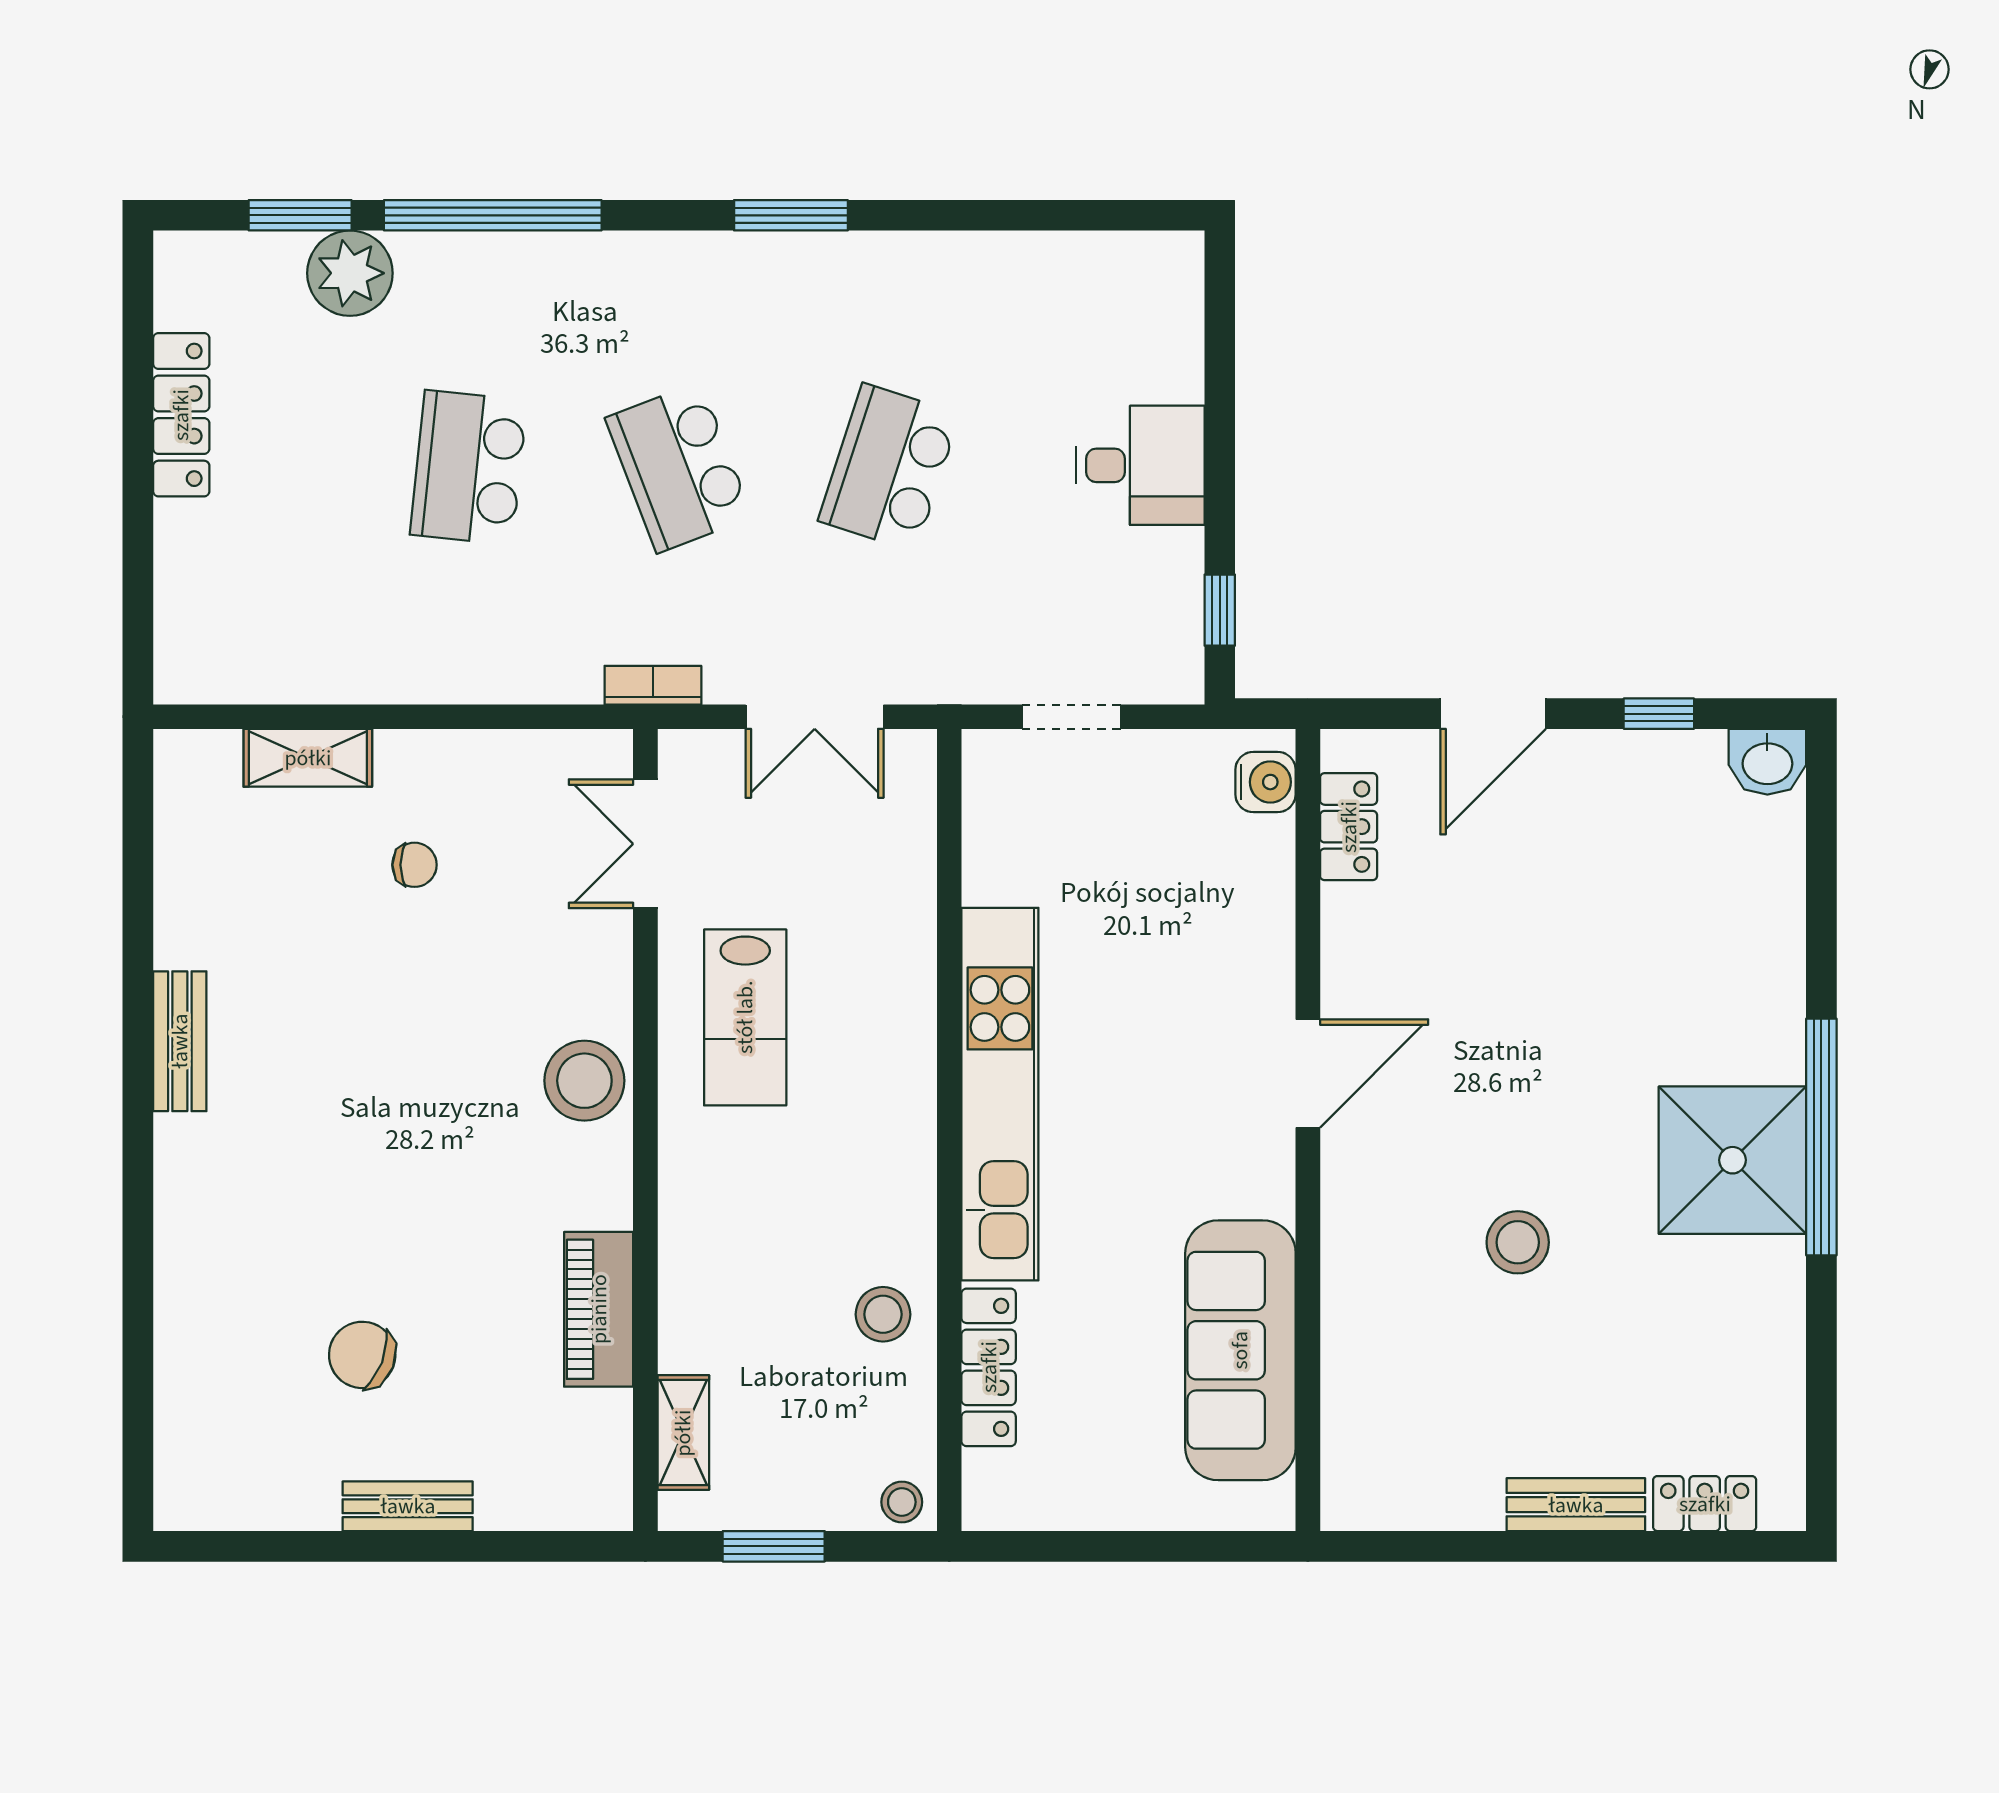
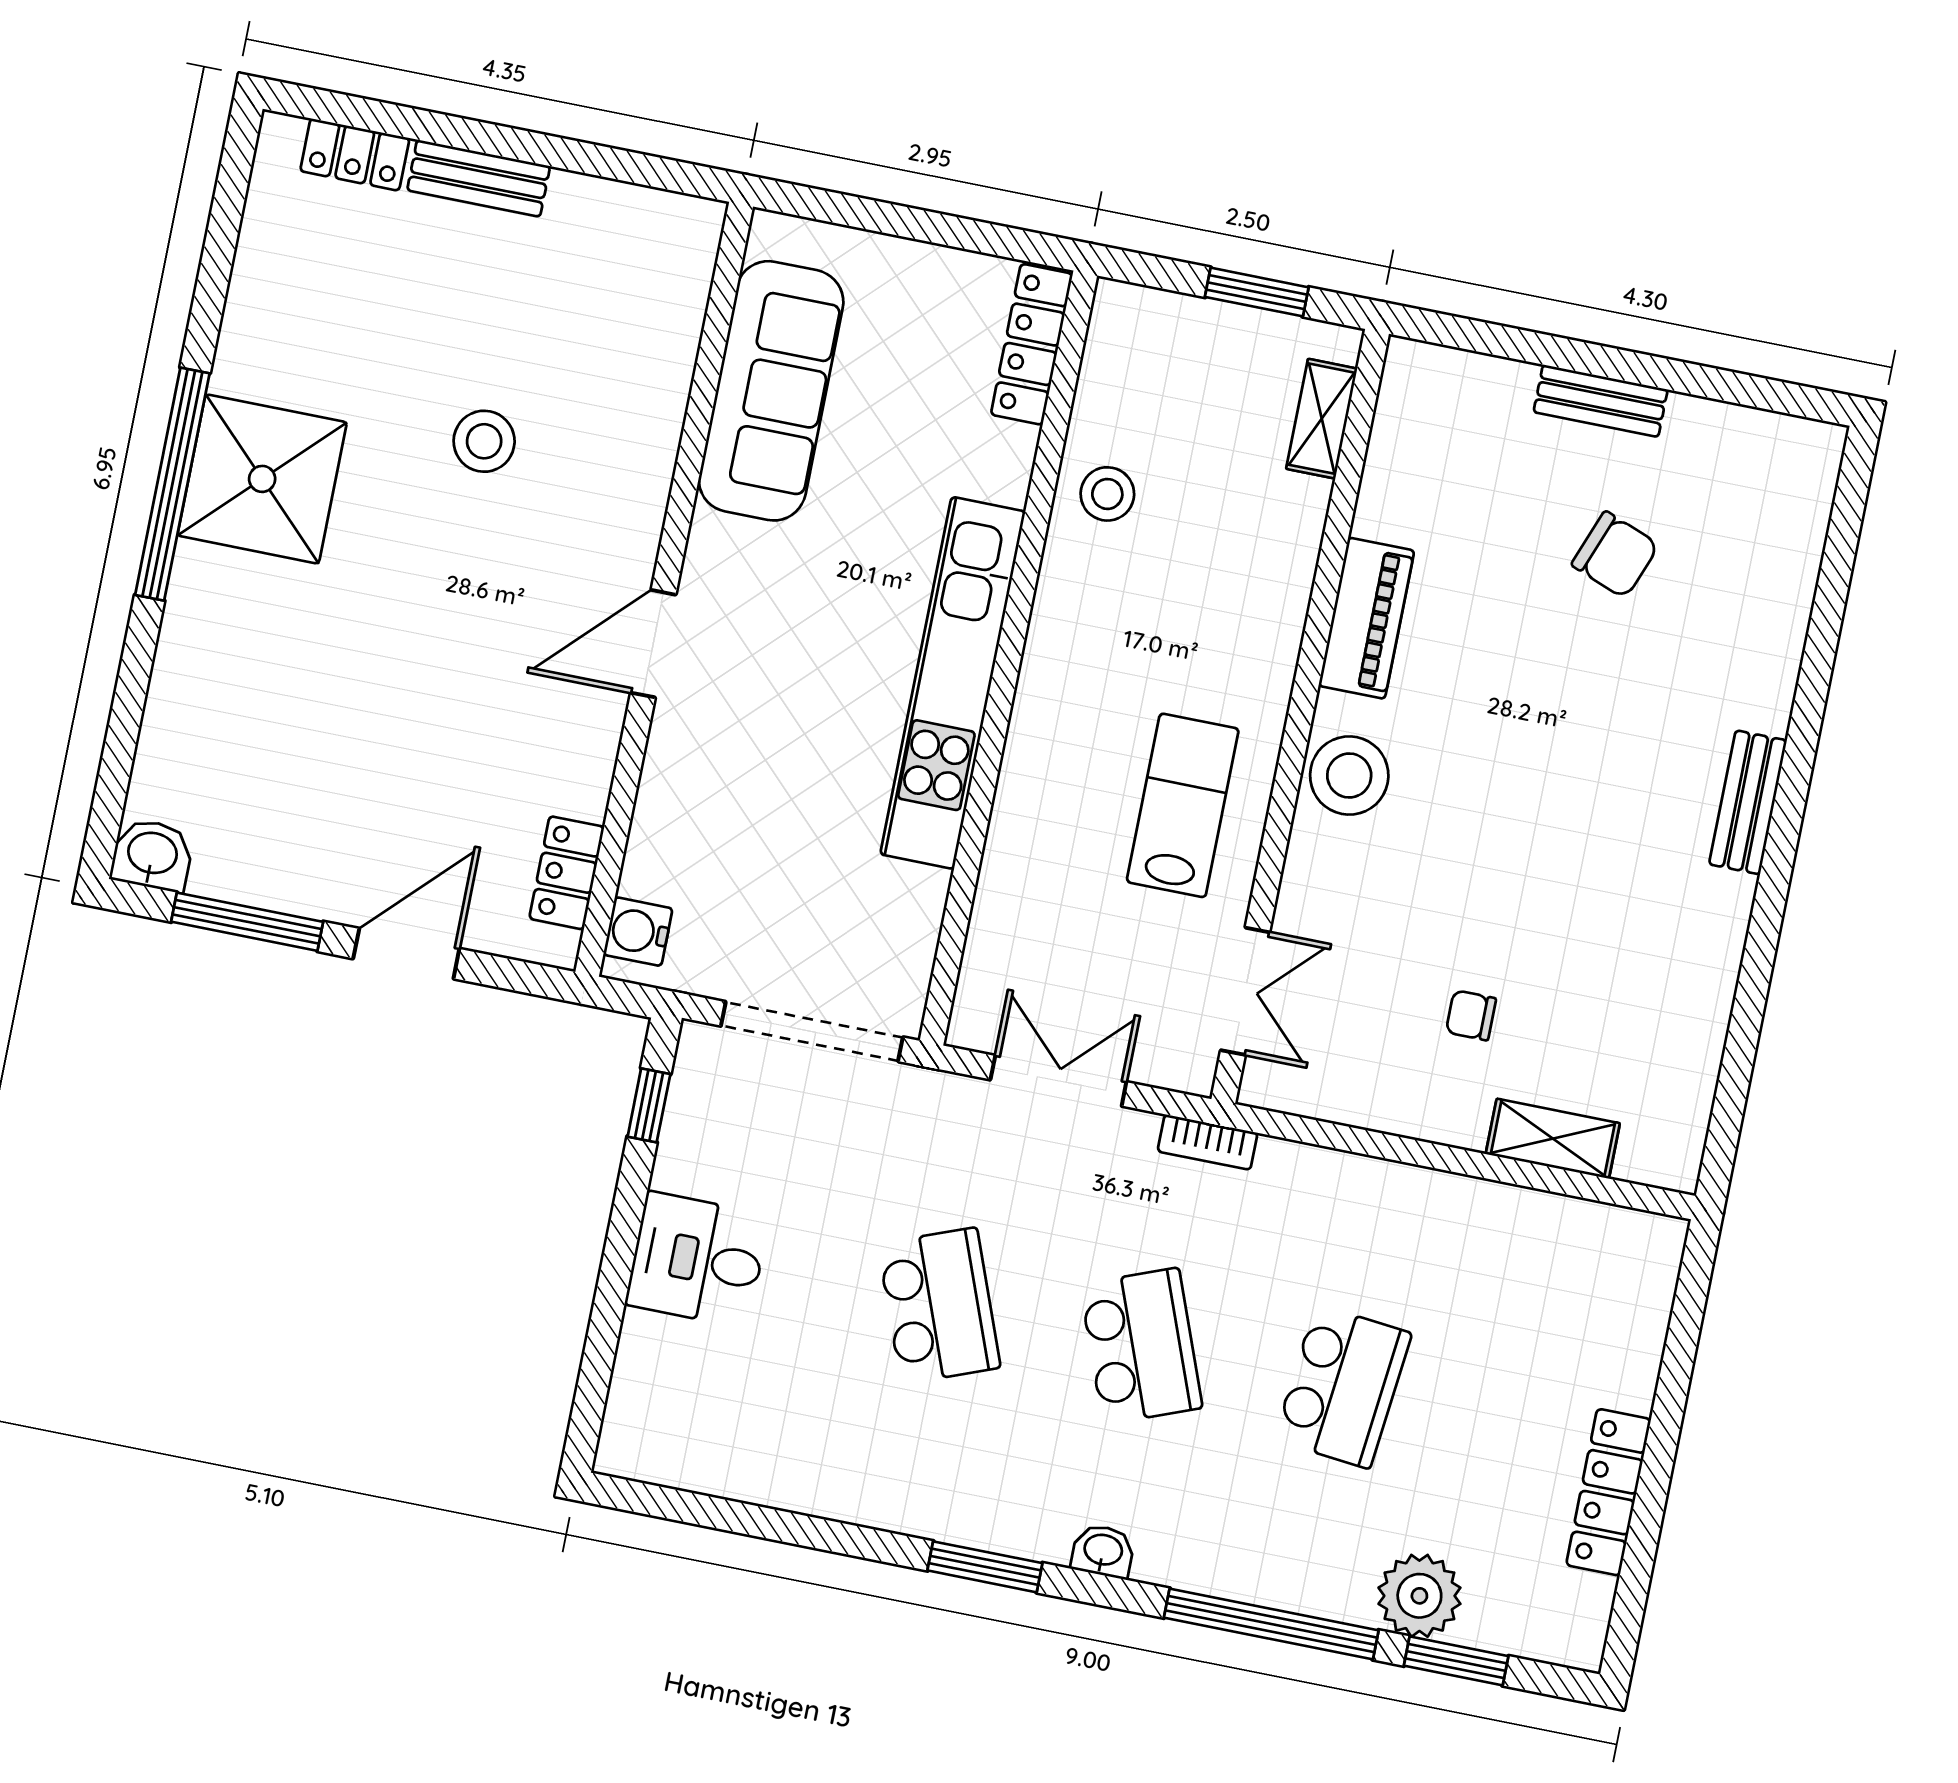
washbasin: (676, 255) -> (1103, 1551), added
school desk: (889, 468) -> (939, 1306), turned -39
window: (1659, 714) -> (247, 922), width x2.17
doorway: (1071, 717) -> (812, 1032), width x1.87
bench: (180, 1041) -> (1748, 802), moved
piano: (599, 1309) -> (1366, 618), moved
locker: (989, 1367) -> (1032, 344), moved
stool: (902, 1502) -> (1125, 310), removed

